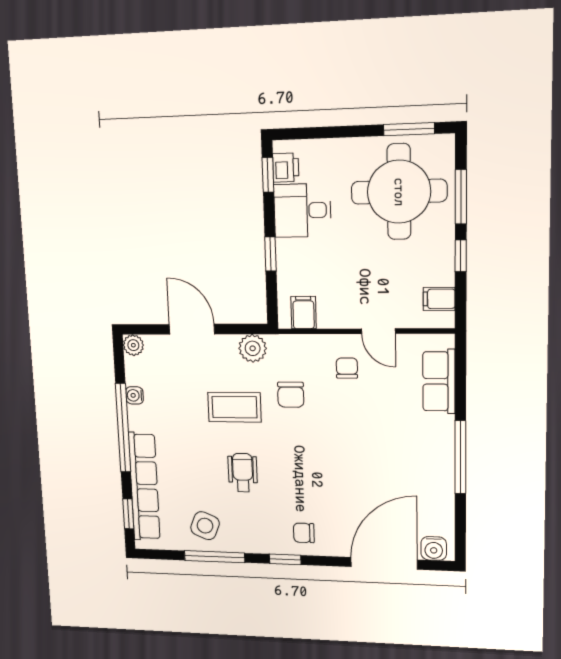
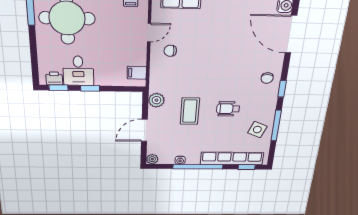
window: (270, 254) -> (90, 88), moved
chair: (291, 395) -> (184, 82), removed

